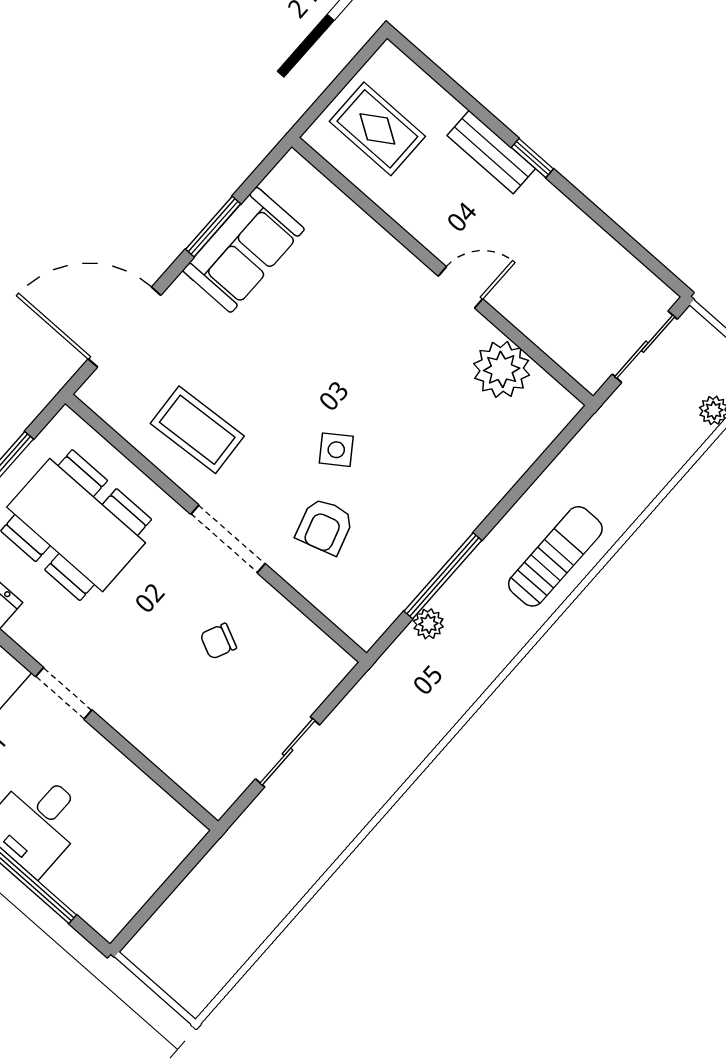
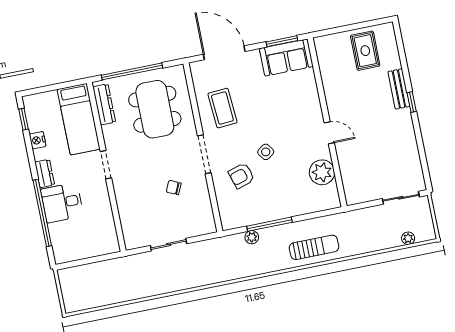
wall: (442, 271) -> (327, 122), moved
door: (461, 287) -> (329, 133), moved
plant: (502, 369) -> (322, 172), moved

